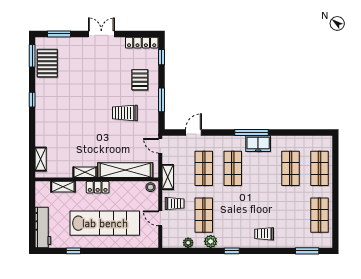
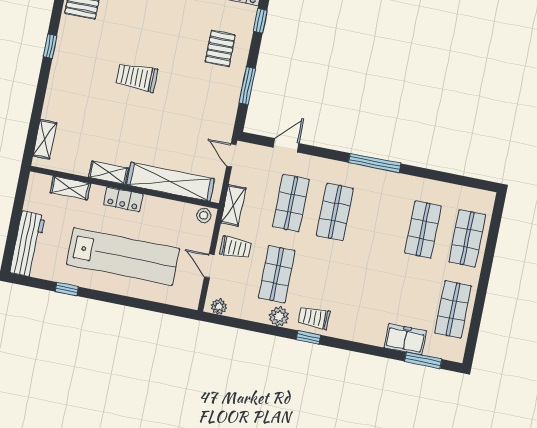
trolley: (125, 113) -> (137, 77), moved
freezer: (258, 144) -> (405, 339), moved, turned 180
trolley: (264, 234) -> (314, 318), moved
plant: (188, 243) -> (219, 307), moved

